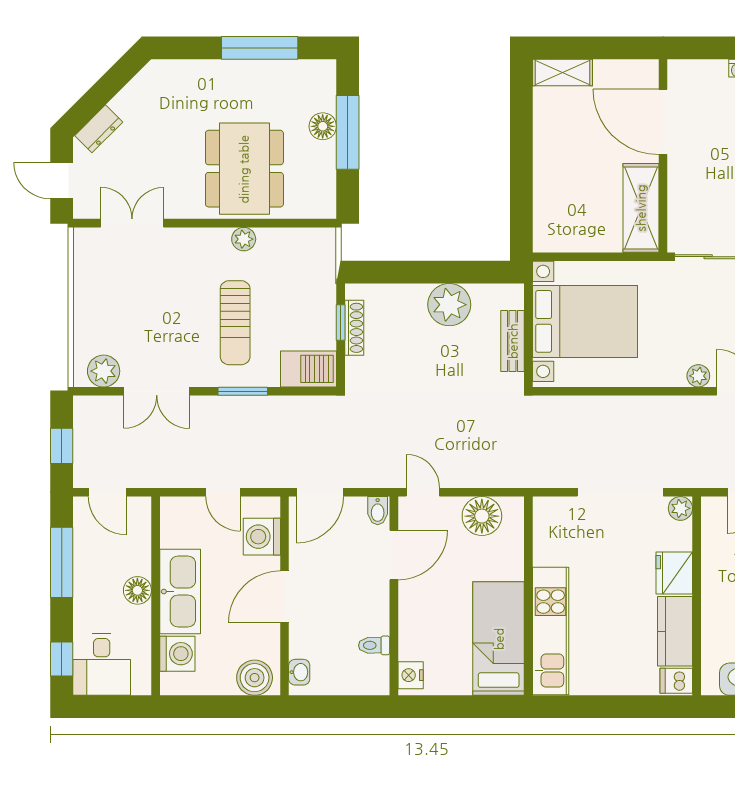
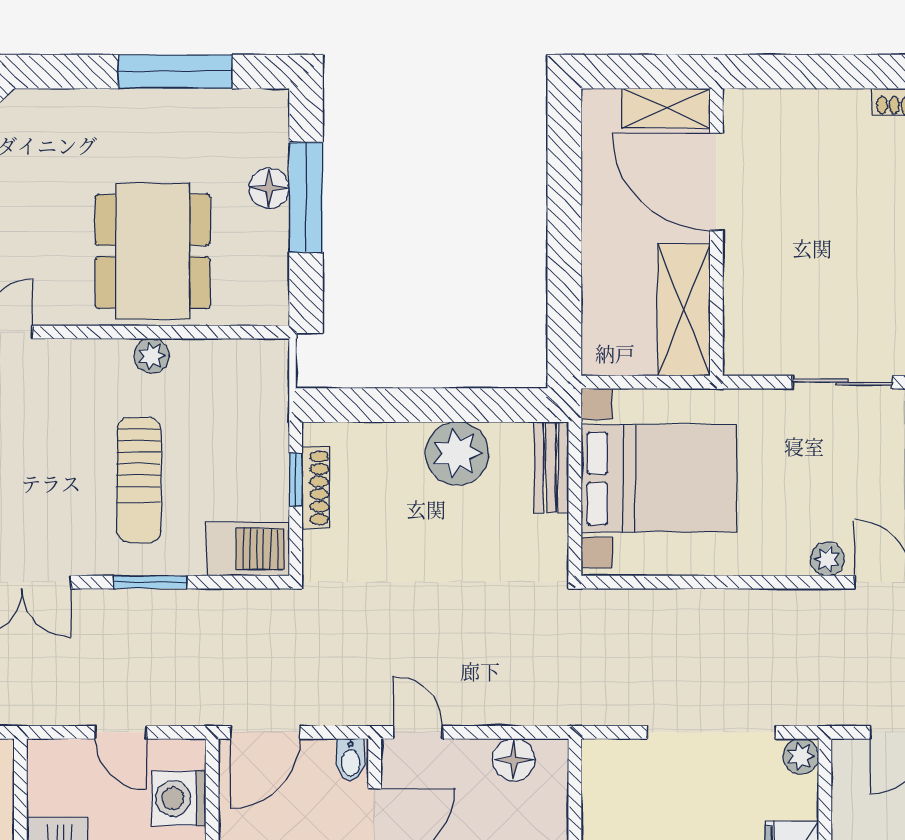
shelving: (562, 73) -> (666, 108), moved
door: (663, 122) -> (716, 182), moved
wall: (663, 156) -> (716, 232), moved
shelving: (641, 208) -> (684, 310), moved
bench: (513, 341) -> (551, 467), moved
floor lamp: (482, 516) -> (514, 760), width x0.73, depth x0.73

